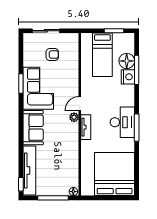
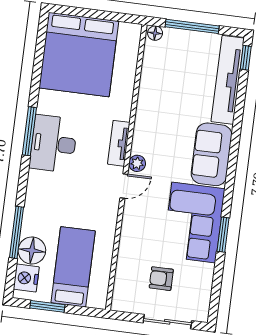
nightstand: (128, 77) -> (26, 278), moved

